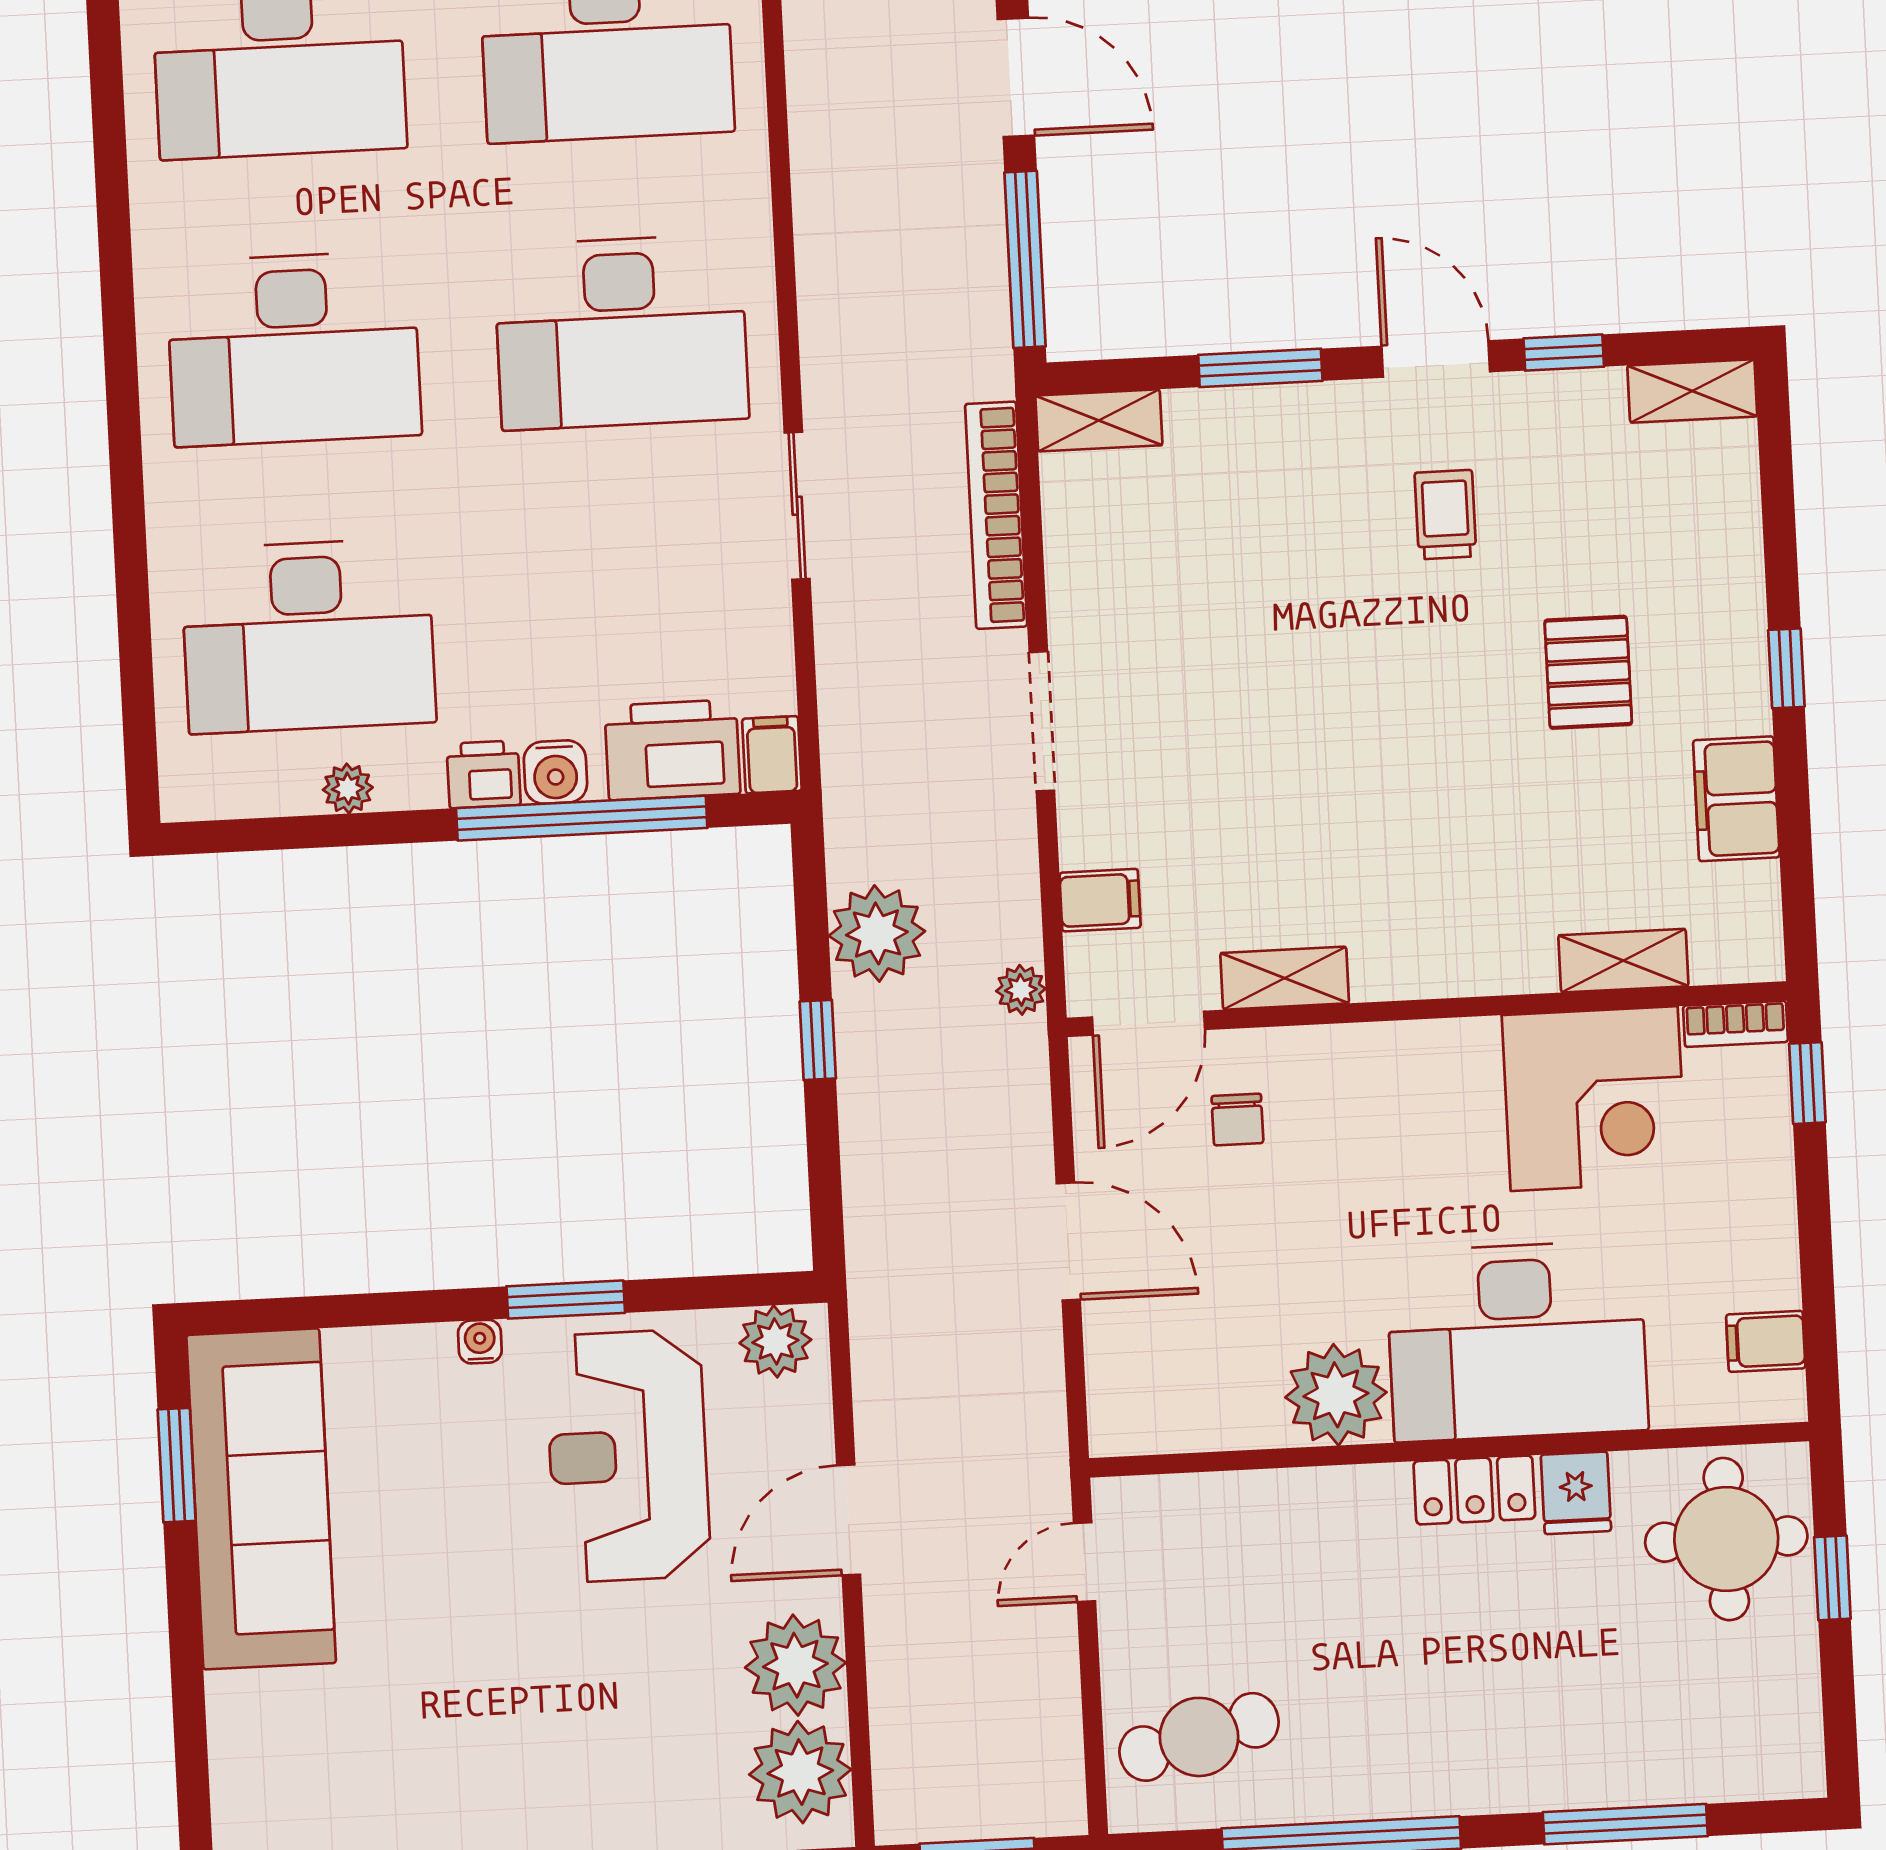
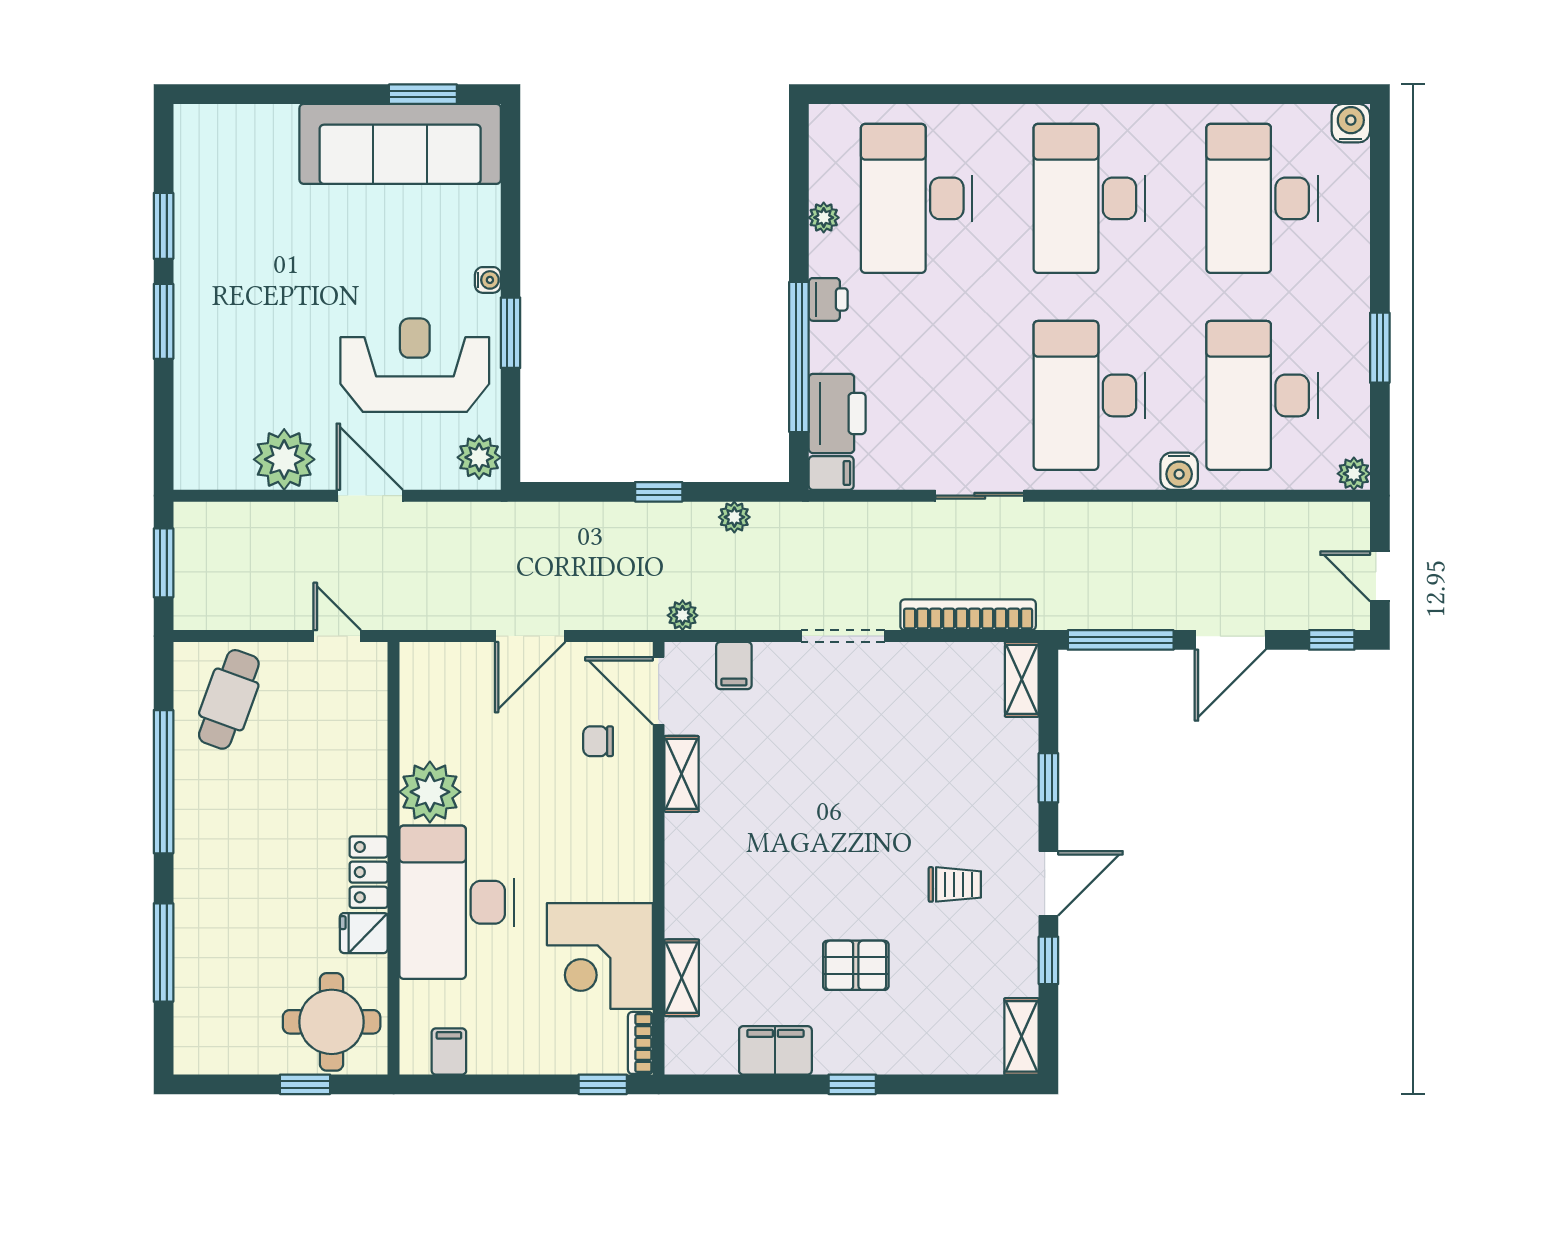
window: (1260, 368) -> (1048, 778), width x0.67
water cooler: (555, 772) -> (1179, 471), moved, turned -90
plant: (877, 933) -> (734, 517), width x0.53, depth x0.53
cafe table: (1199, 1737) -> (229, 699), turned 34
plant: (800, 1772) -> (220, 459), removed

